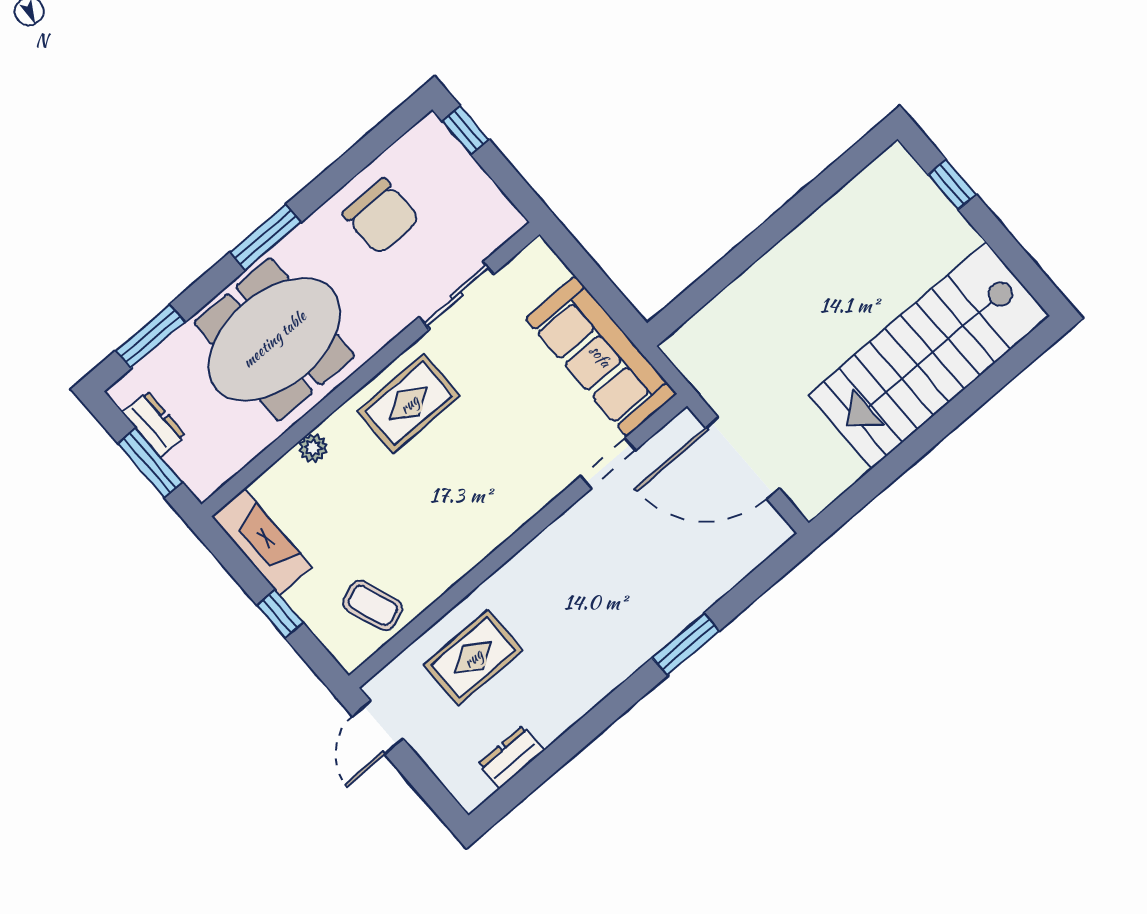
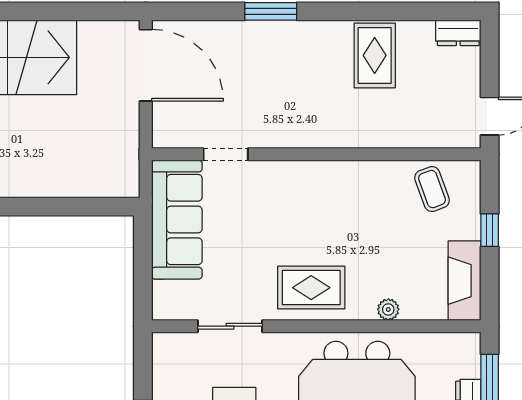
door: (743, 458) -> (146, 65), moved
rug: (473, 658) -> (375, 55), moved, turned 90
dresser: (511, 757) -> (458, 33), moved

